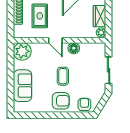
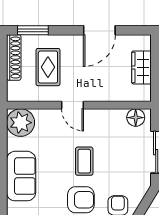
plant: (101, 32) -> (144, 93), removed
floor lamp: (74, 48) -> (136, 118), moved

